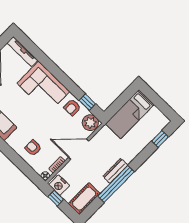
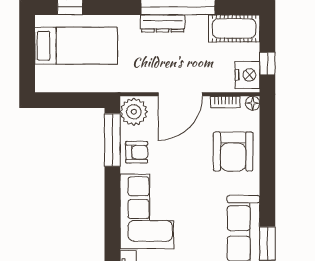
window: (87, 102) -> (112, 140), width x2.17
bed: (130, 114) -> (76, 46), moved
armchair: (33, 148) -> (233, 152), width x1.88, depth x1.88
door: (79, 149) -> (180, 94), hinge flipped

